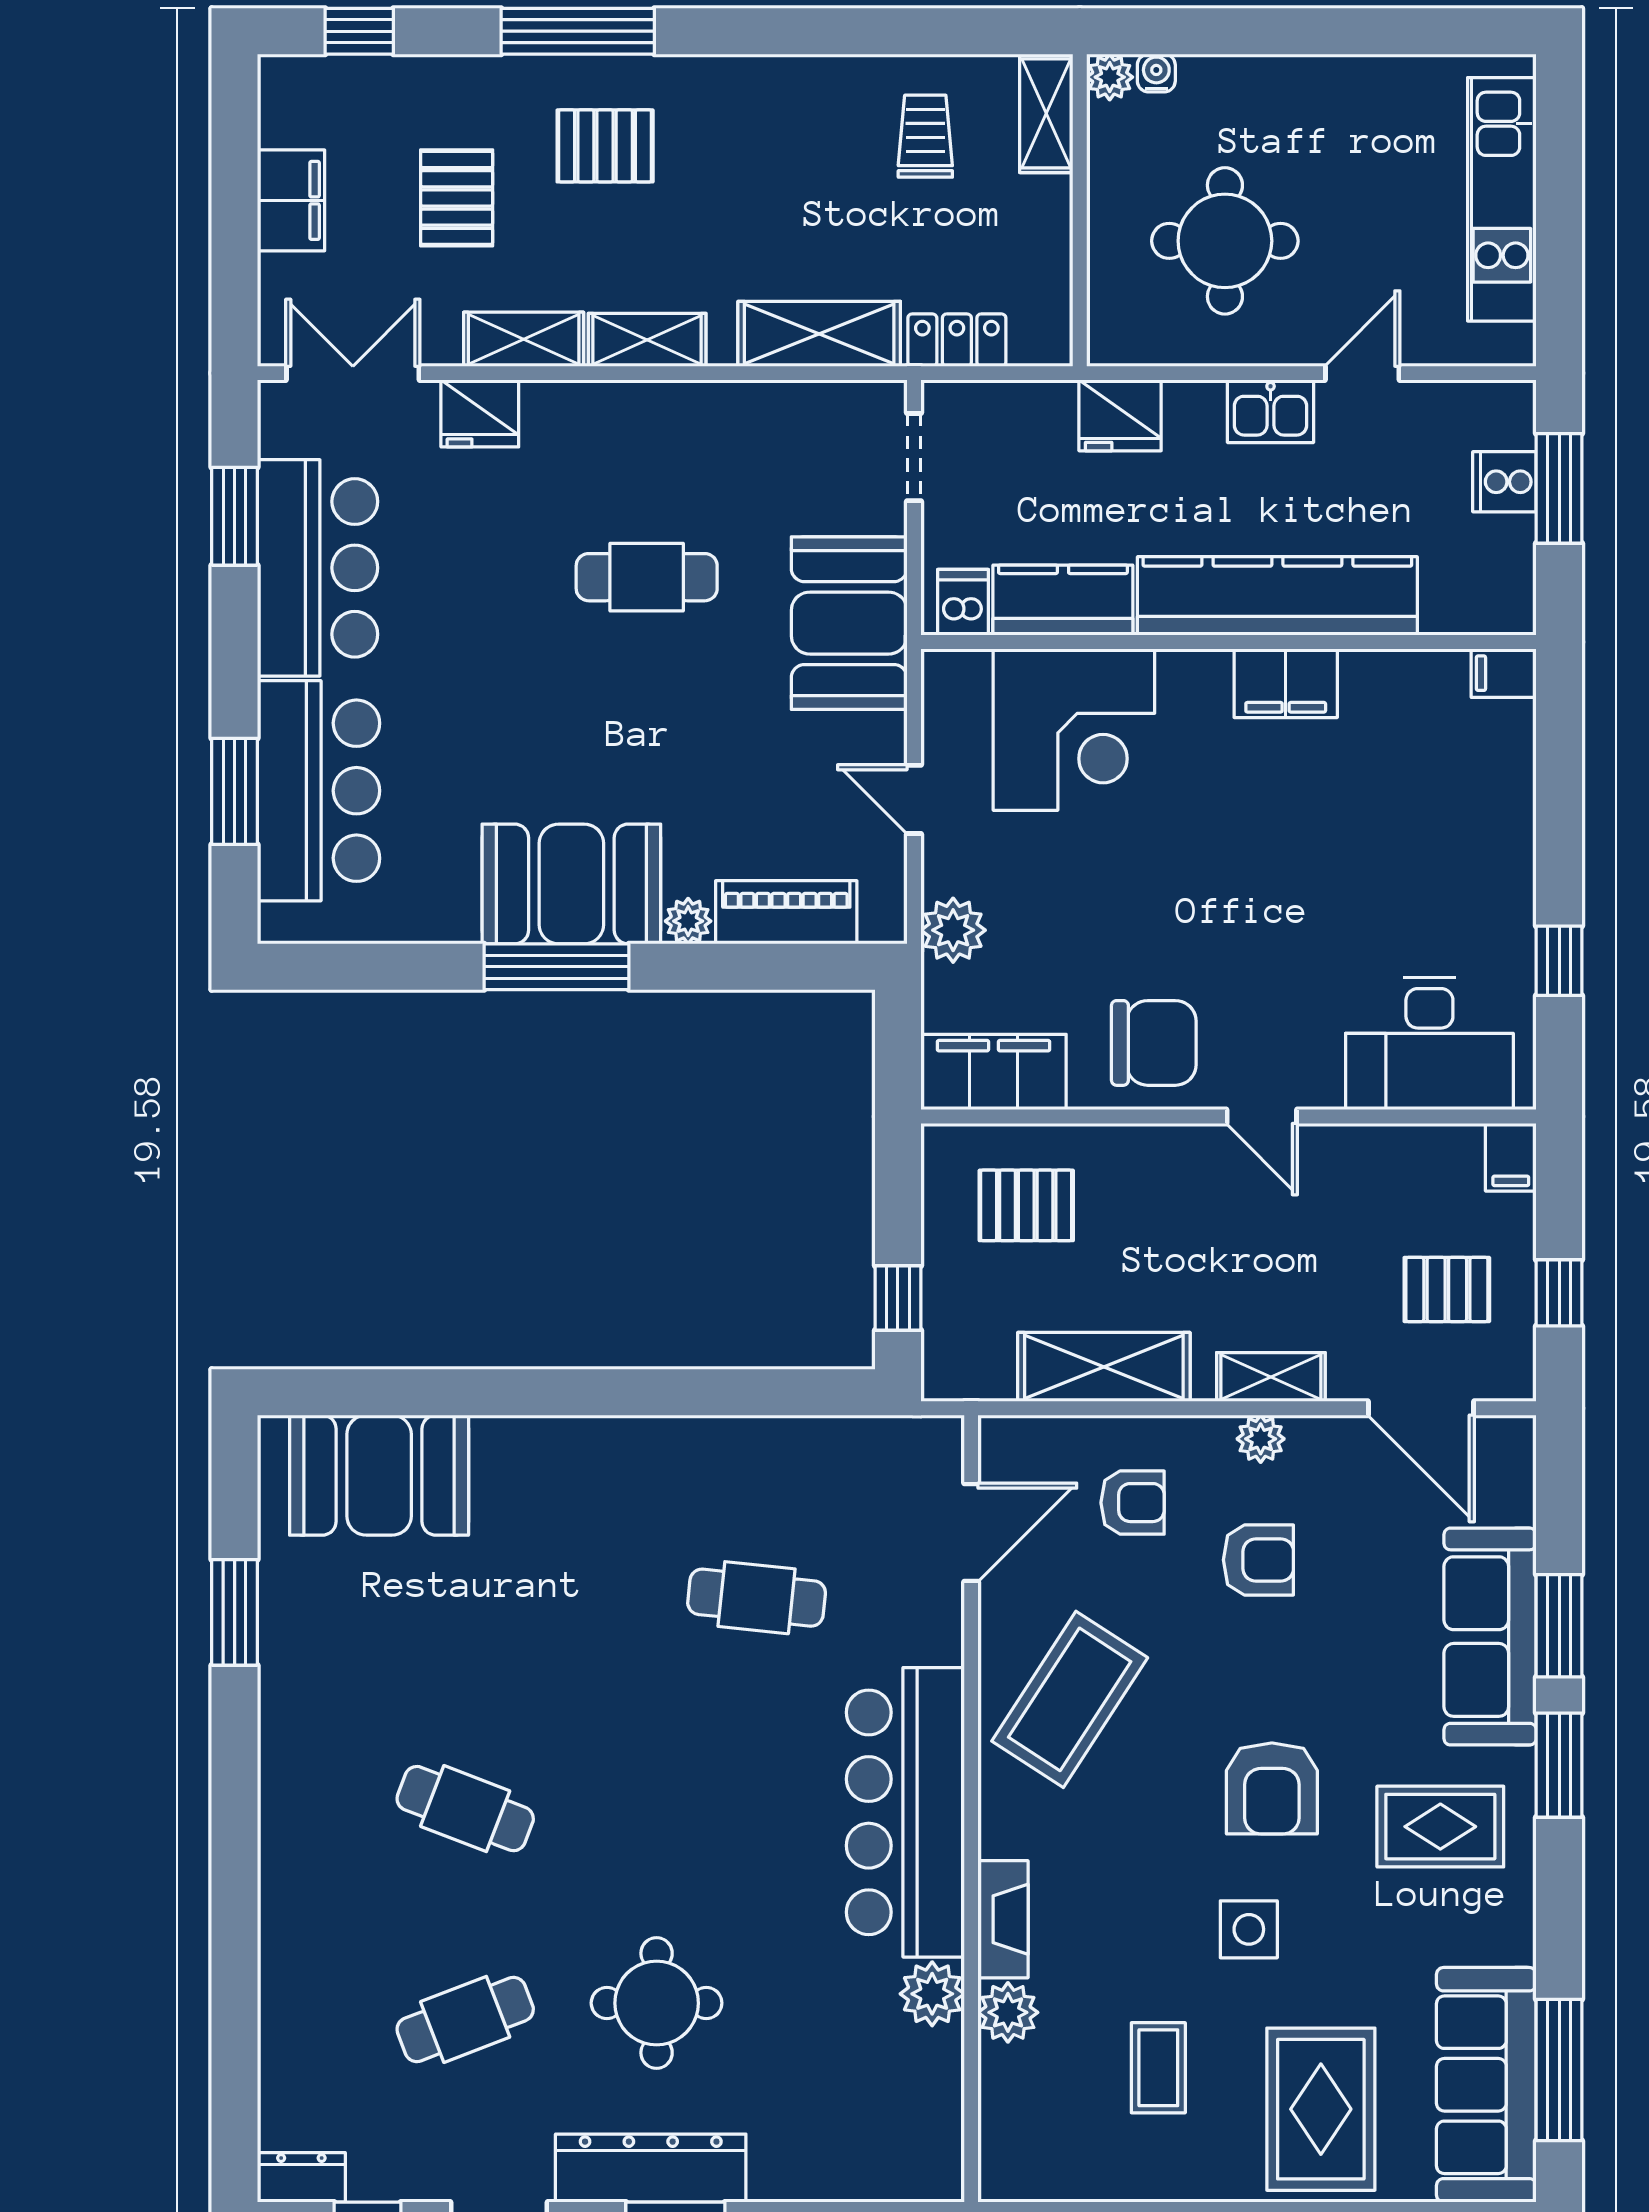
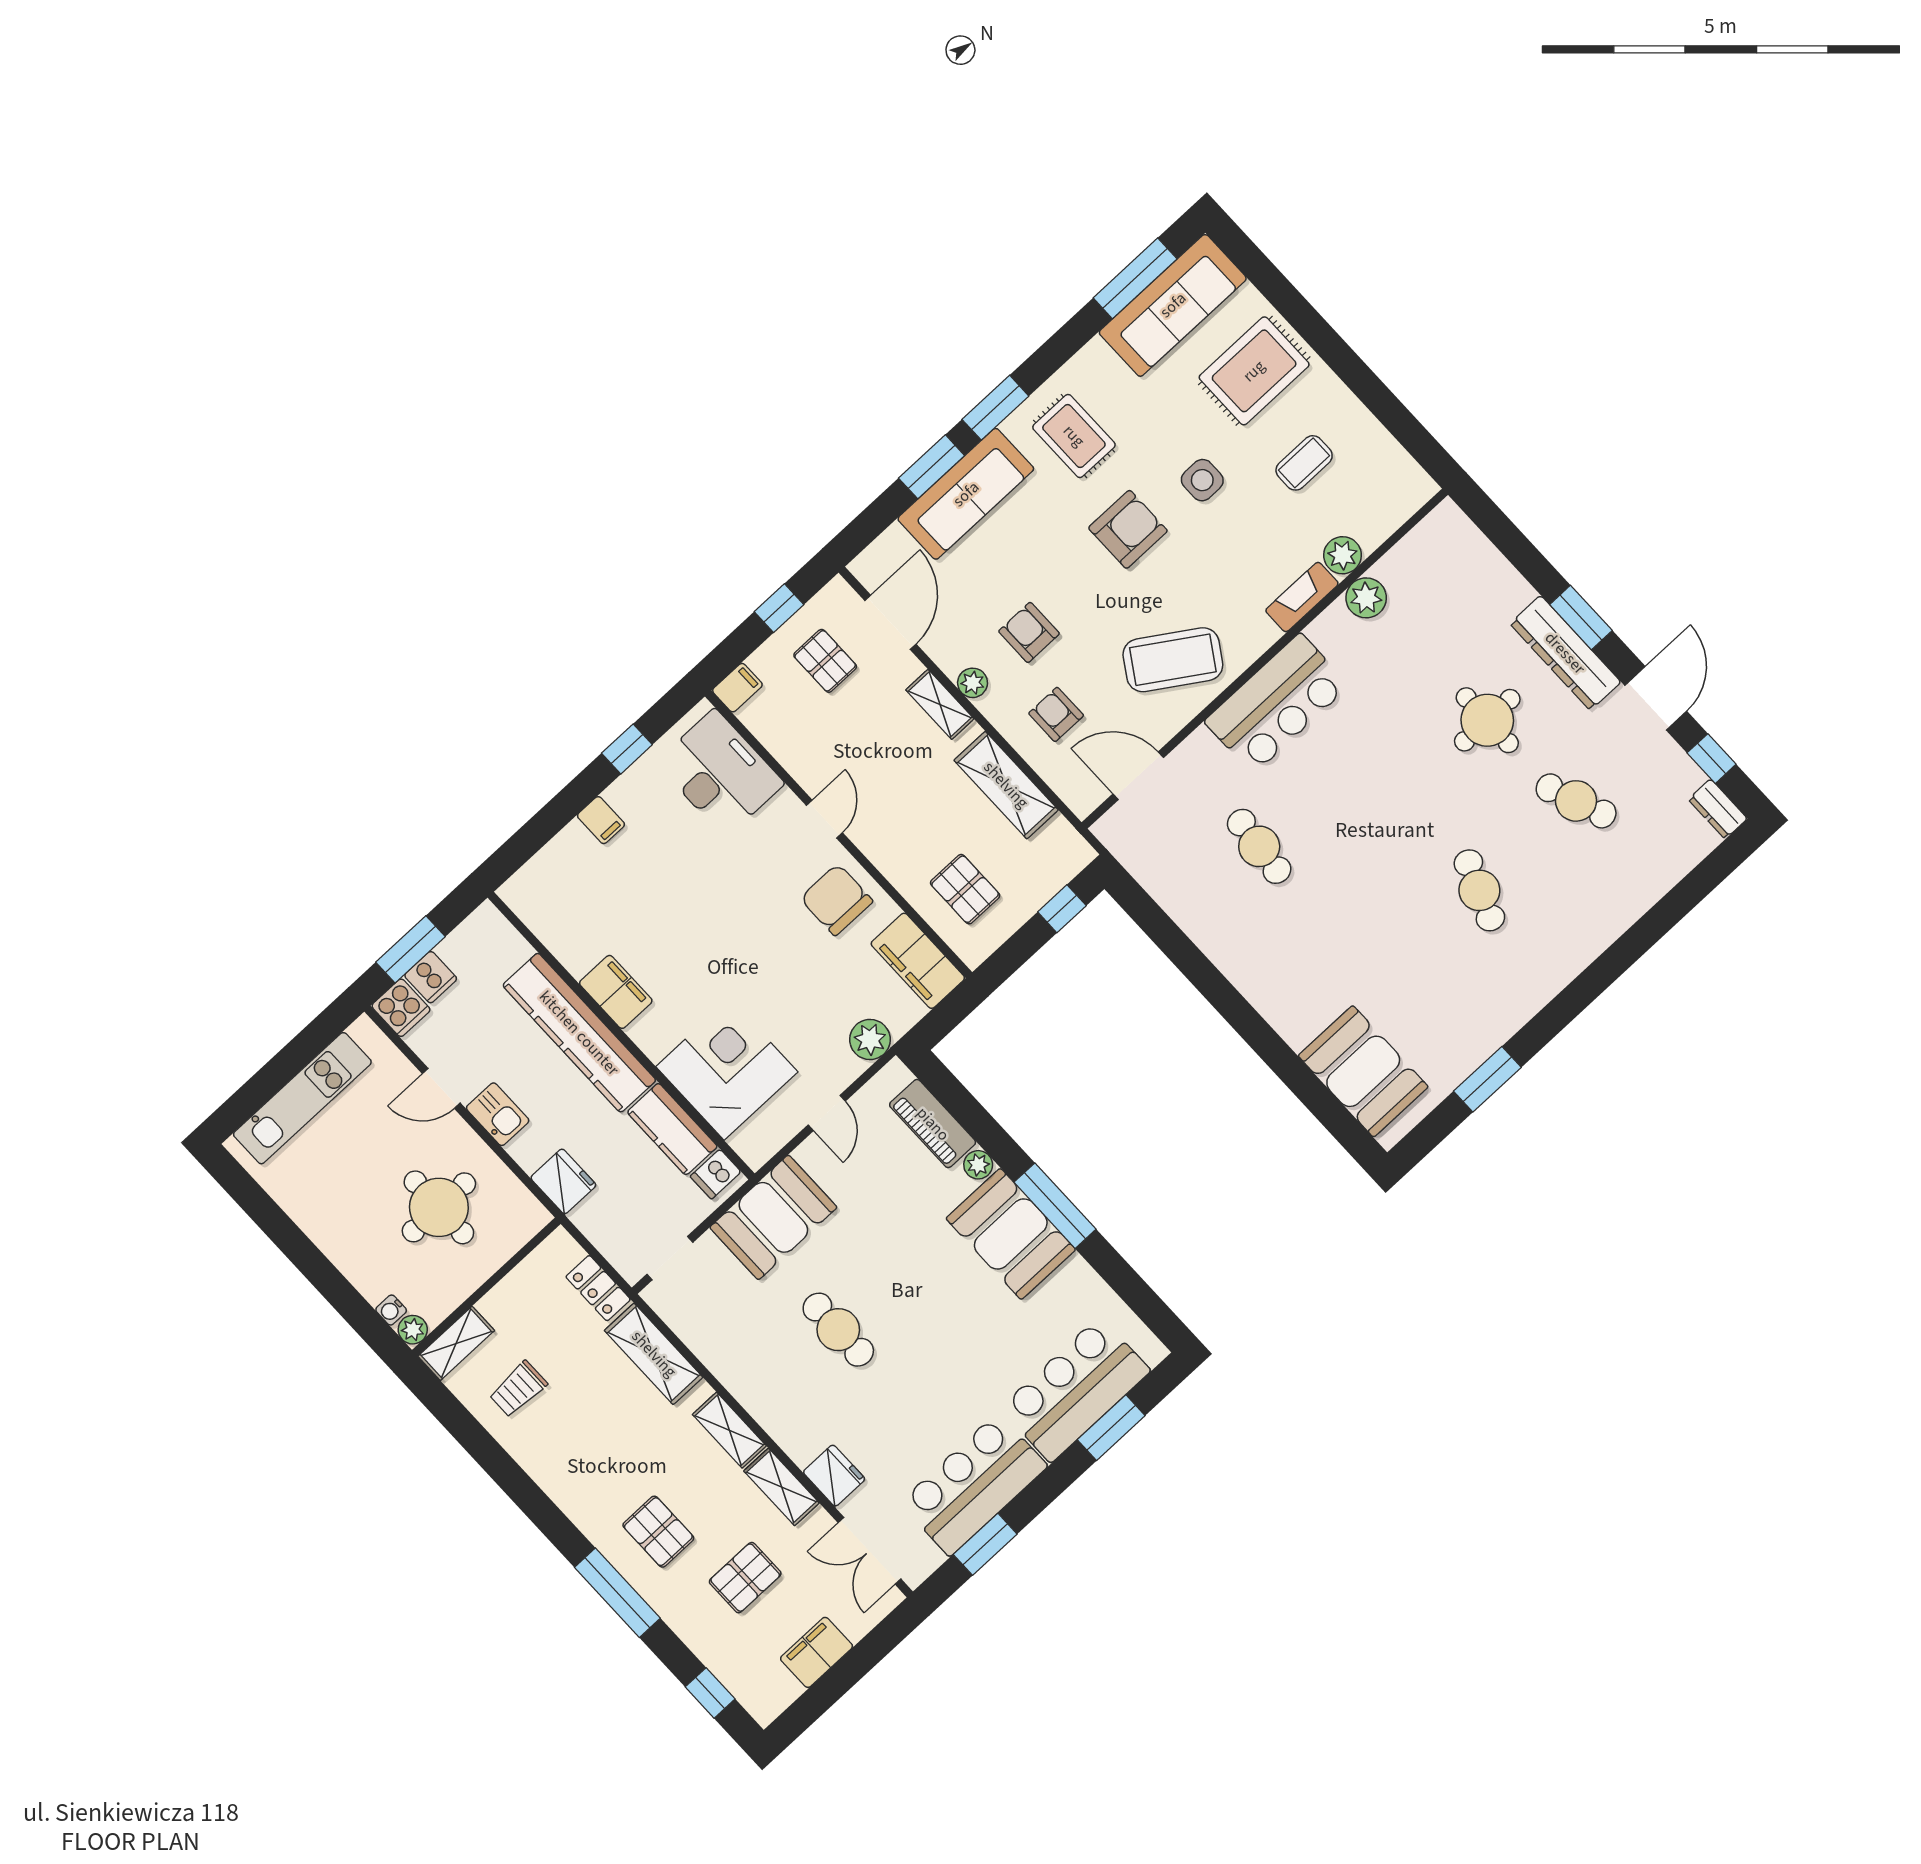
cooker: (1501, 414) -> (401, 1008), added
filing cabinet: (1504, 673) -> (601, 820), moved
bar counter: (905, 1812) -> (1277, 704), width x0.73

